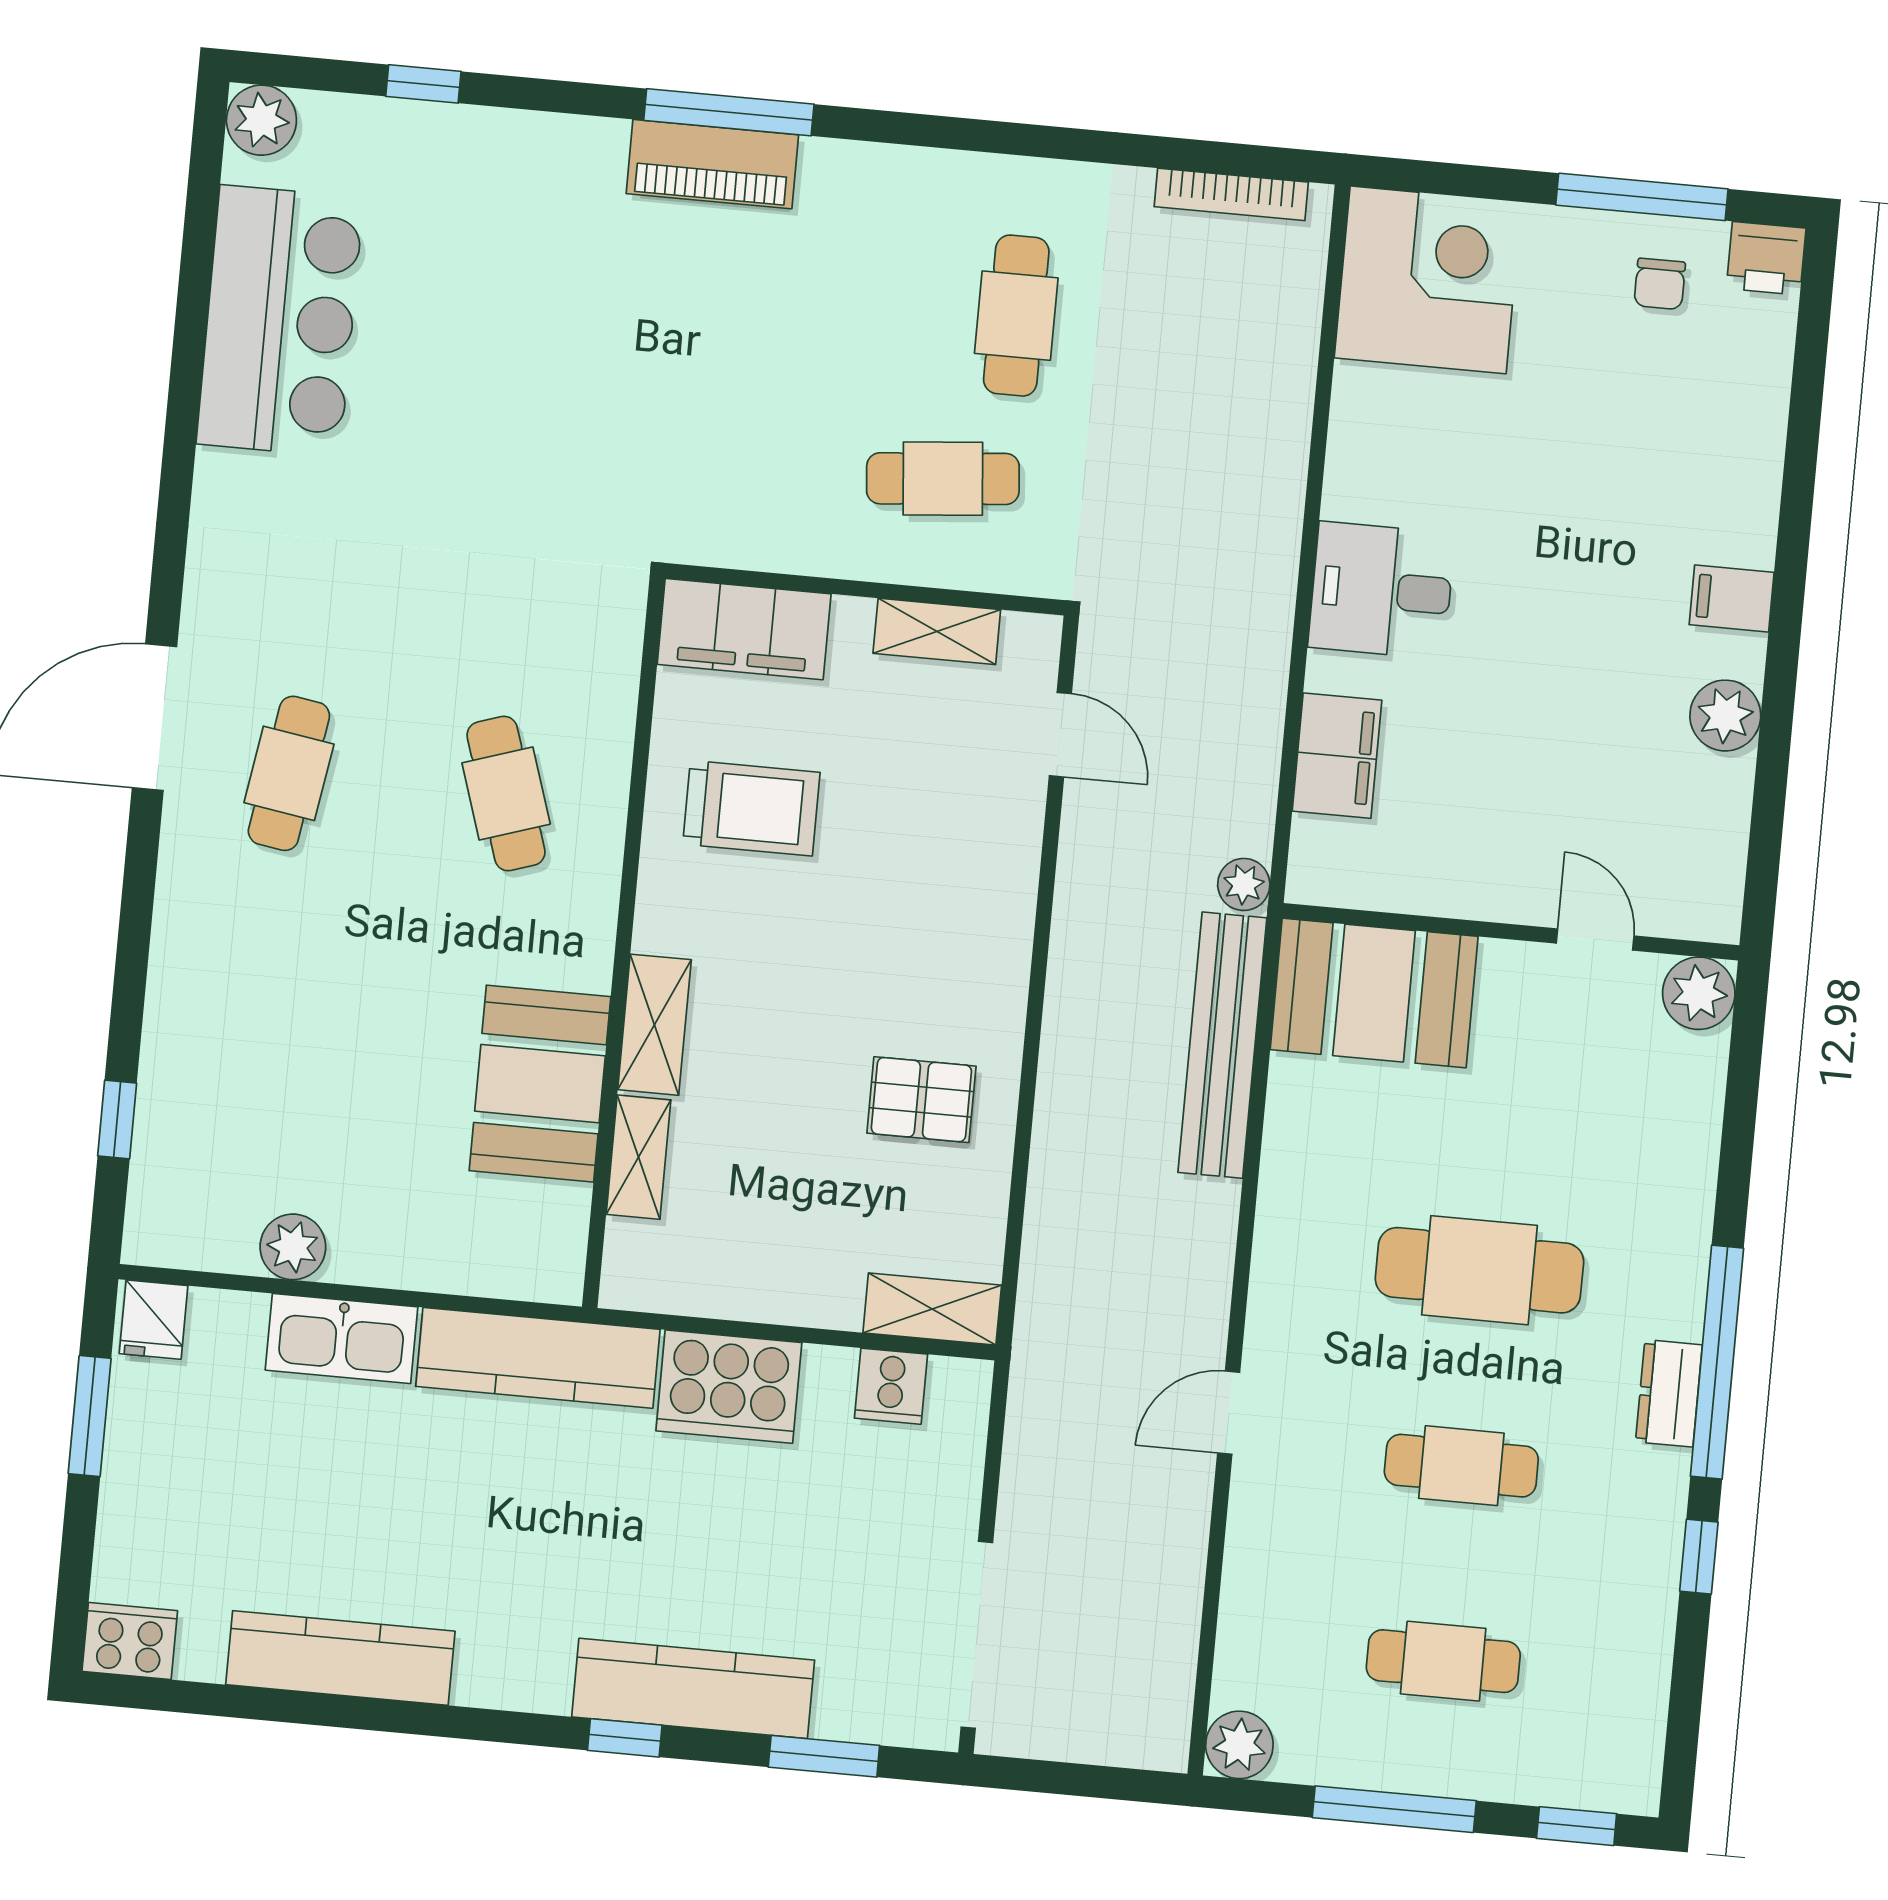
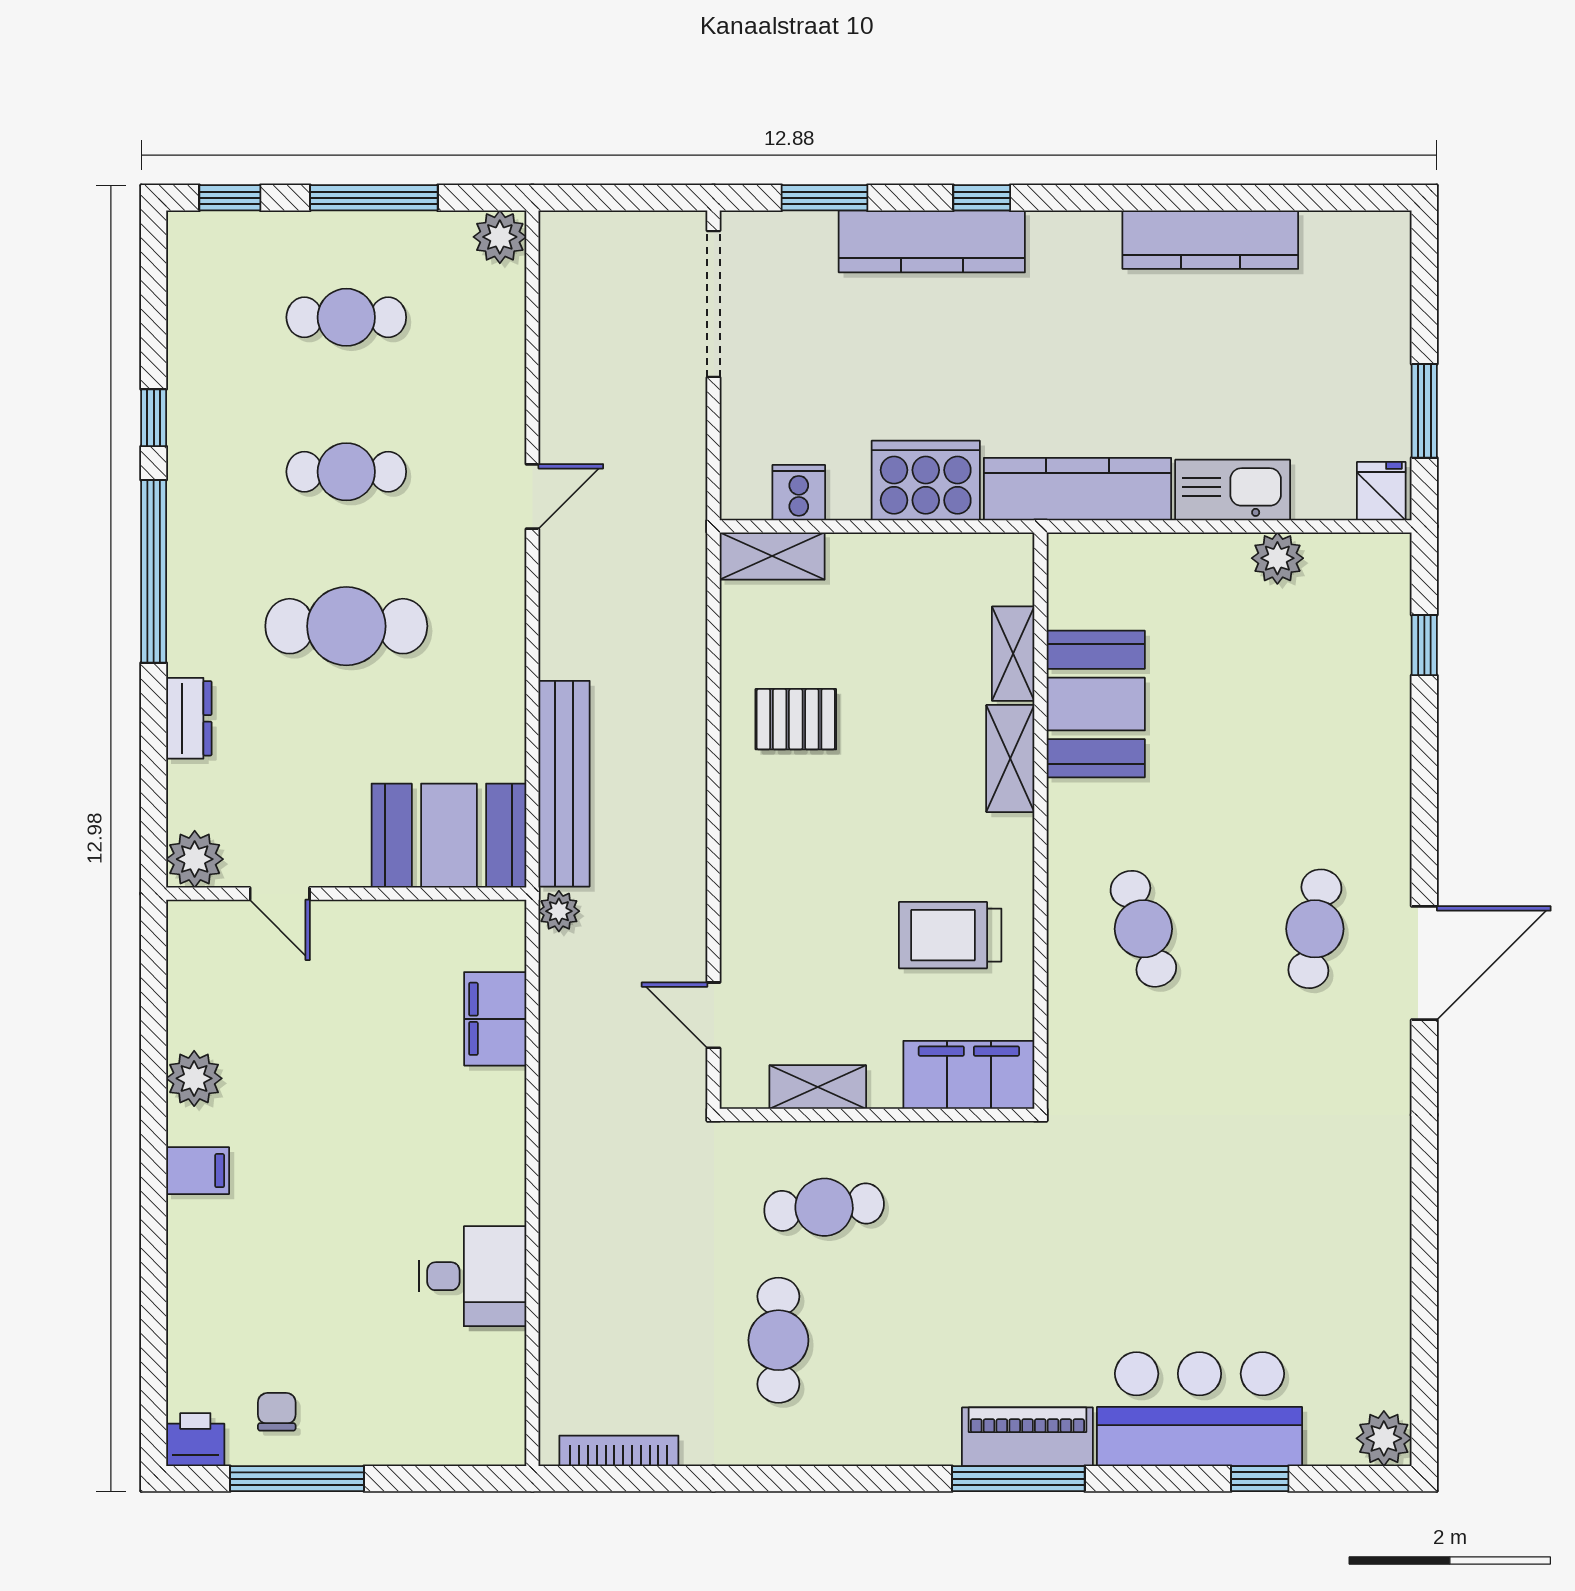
corner desk: (1428, 280) -> (458, 1398), removed
bar counter: (280, 321) -> (1199, 1409), moved, turned 90
desk: (1381, 590) -> (472, 1276), moved
dresser: (1669, 1393) -> (189, 718), moved
cooker: (130, 1641) -> (1377, 238), removed

